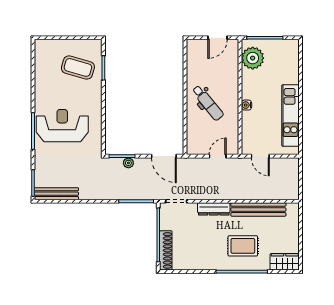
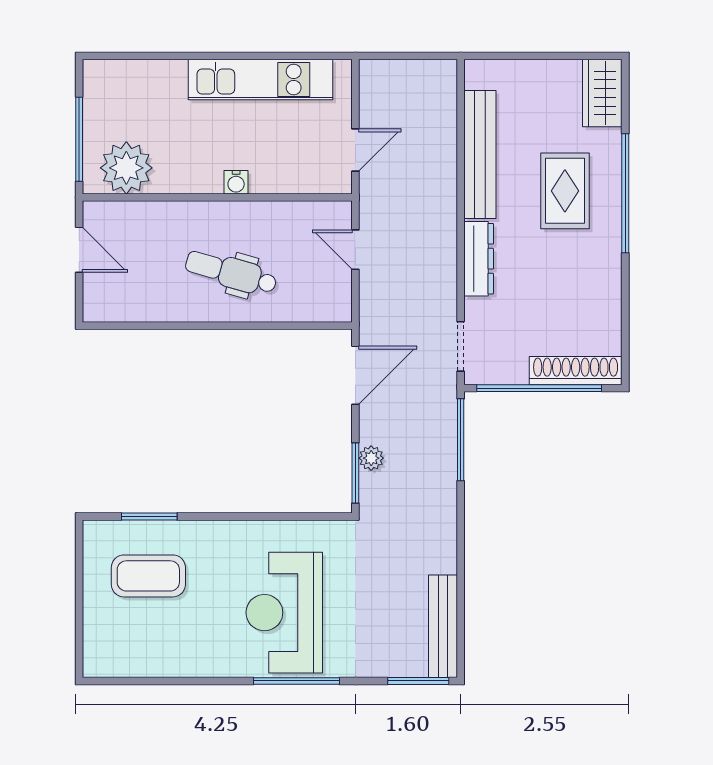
coffee table: (78, 67) -> (148, 576), turned 74
dental chair: (208, 103) -> (231, 273), turned -125

